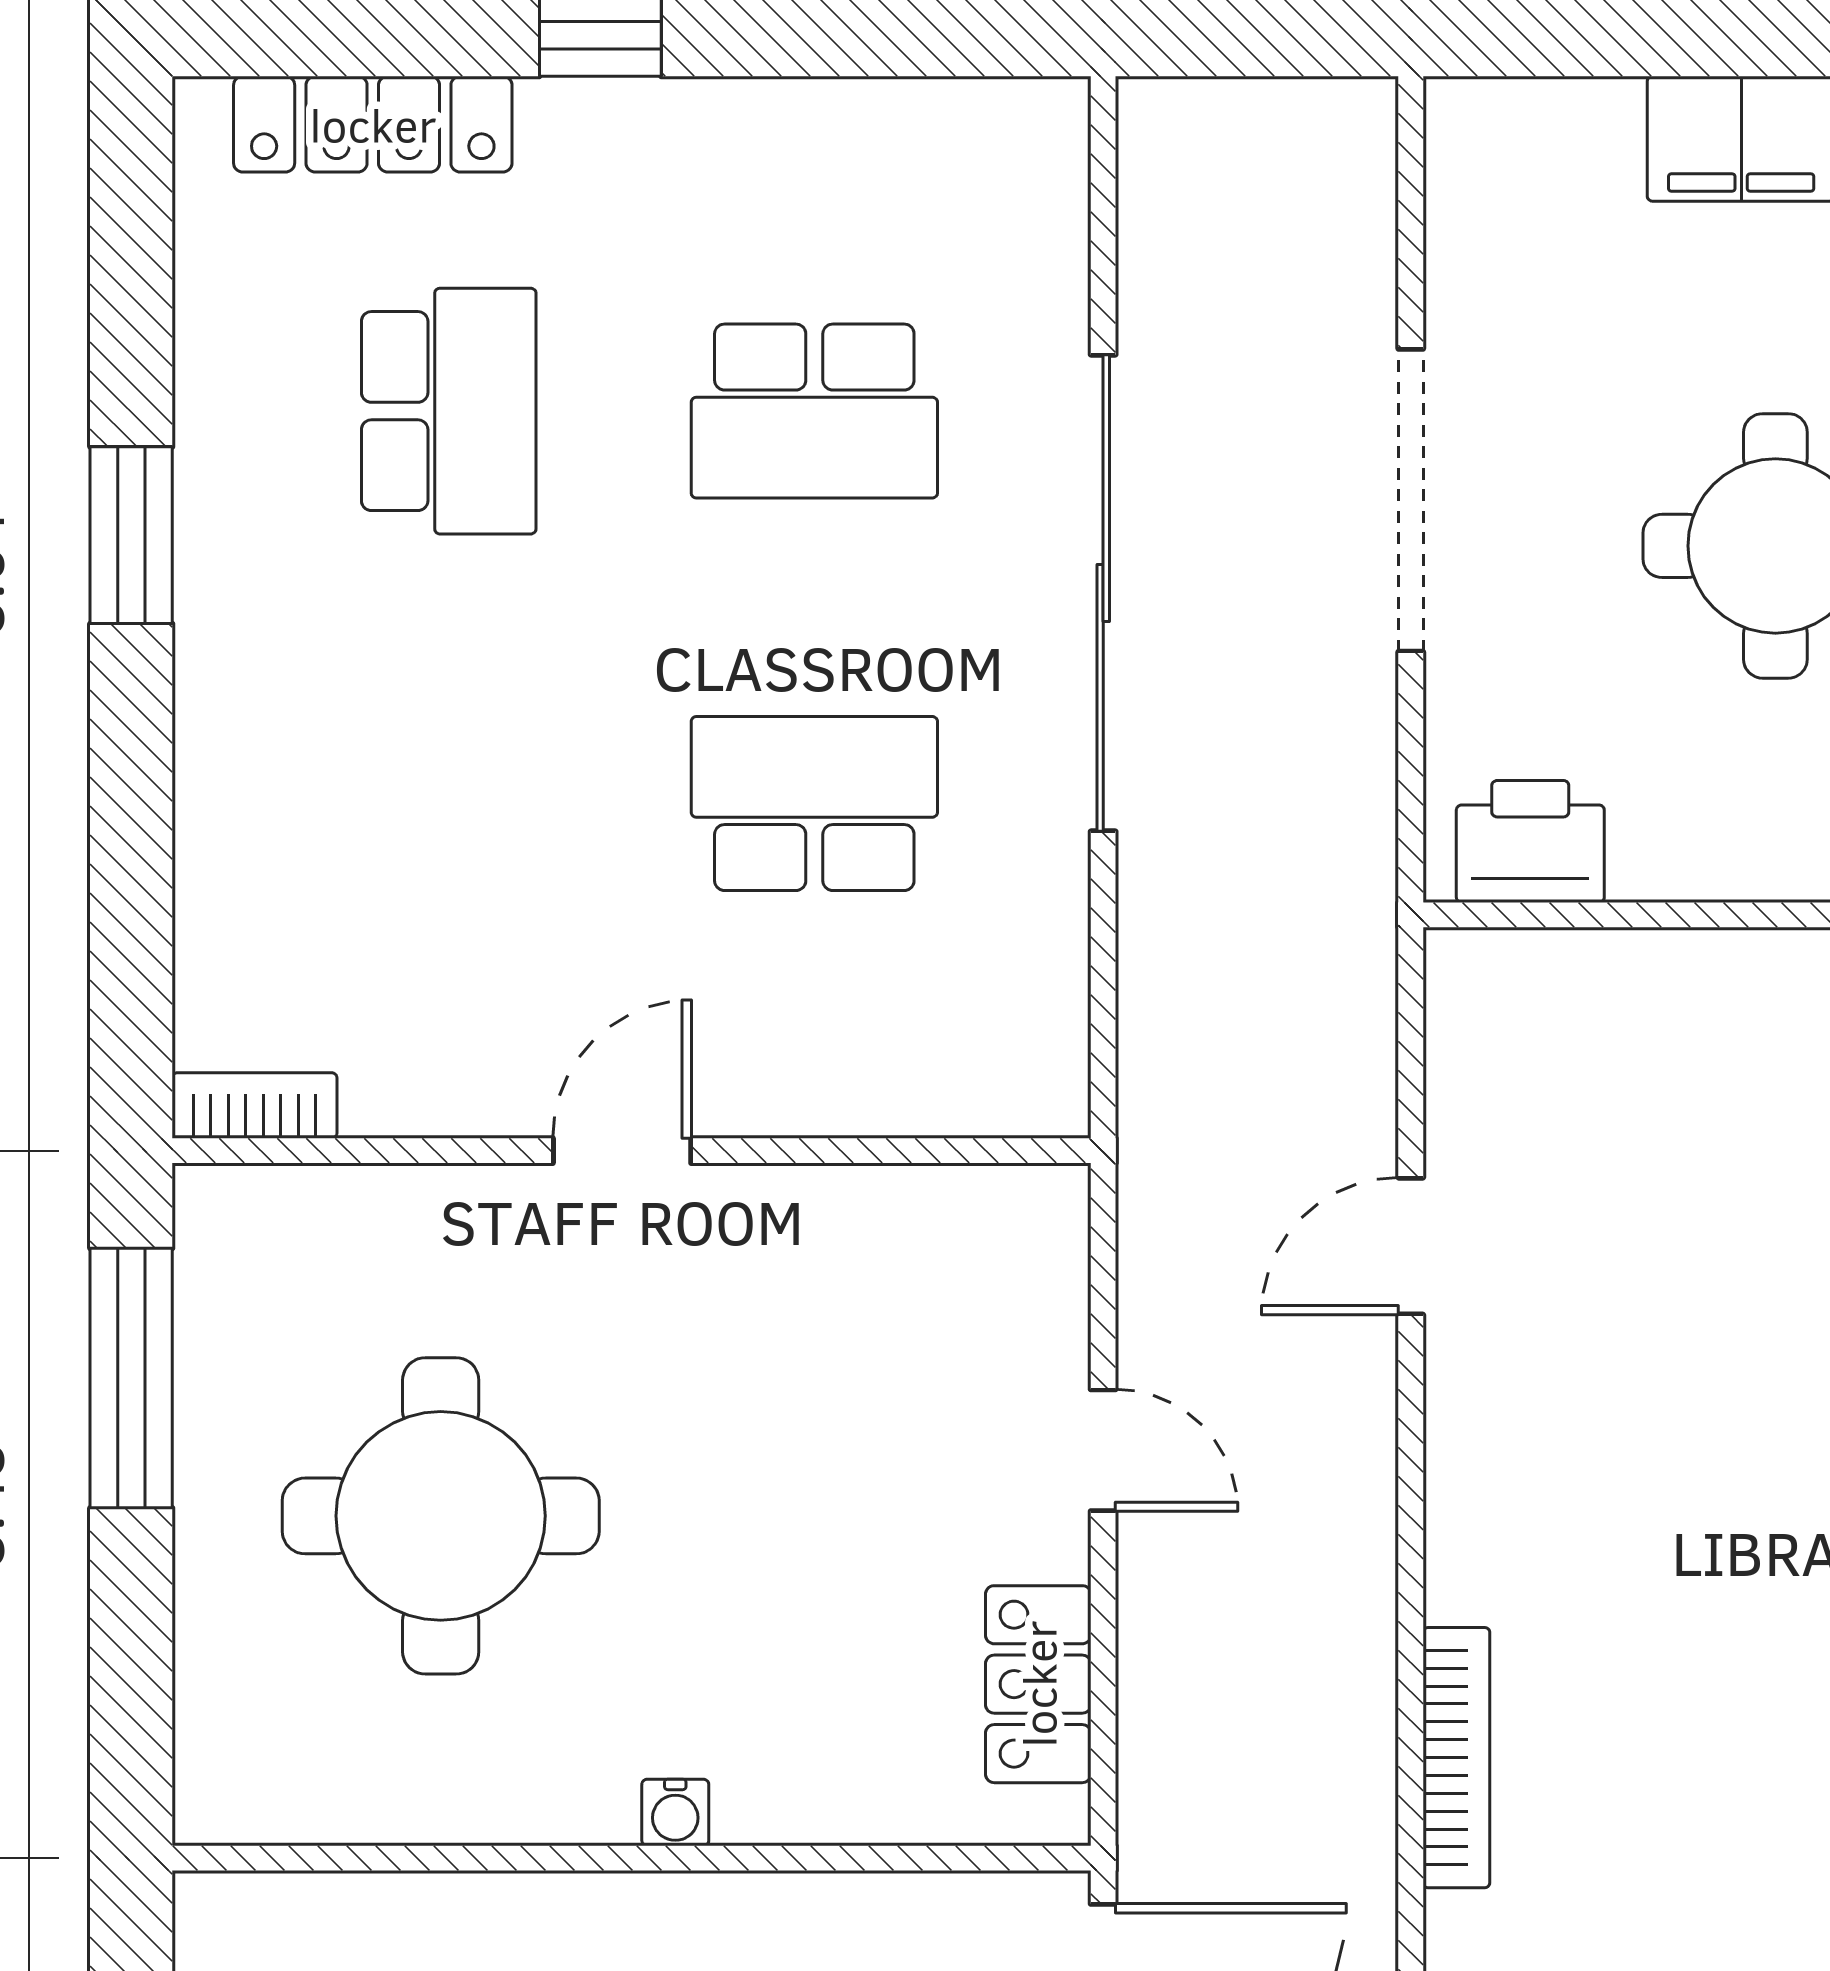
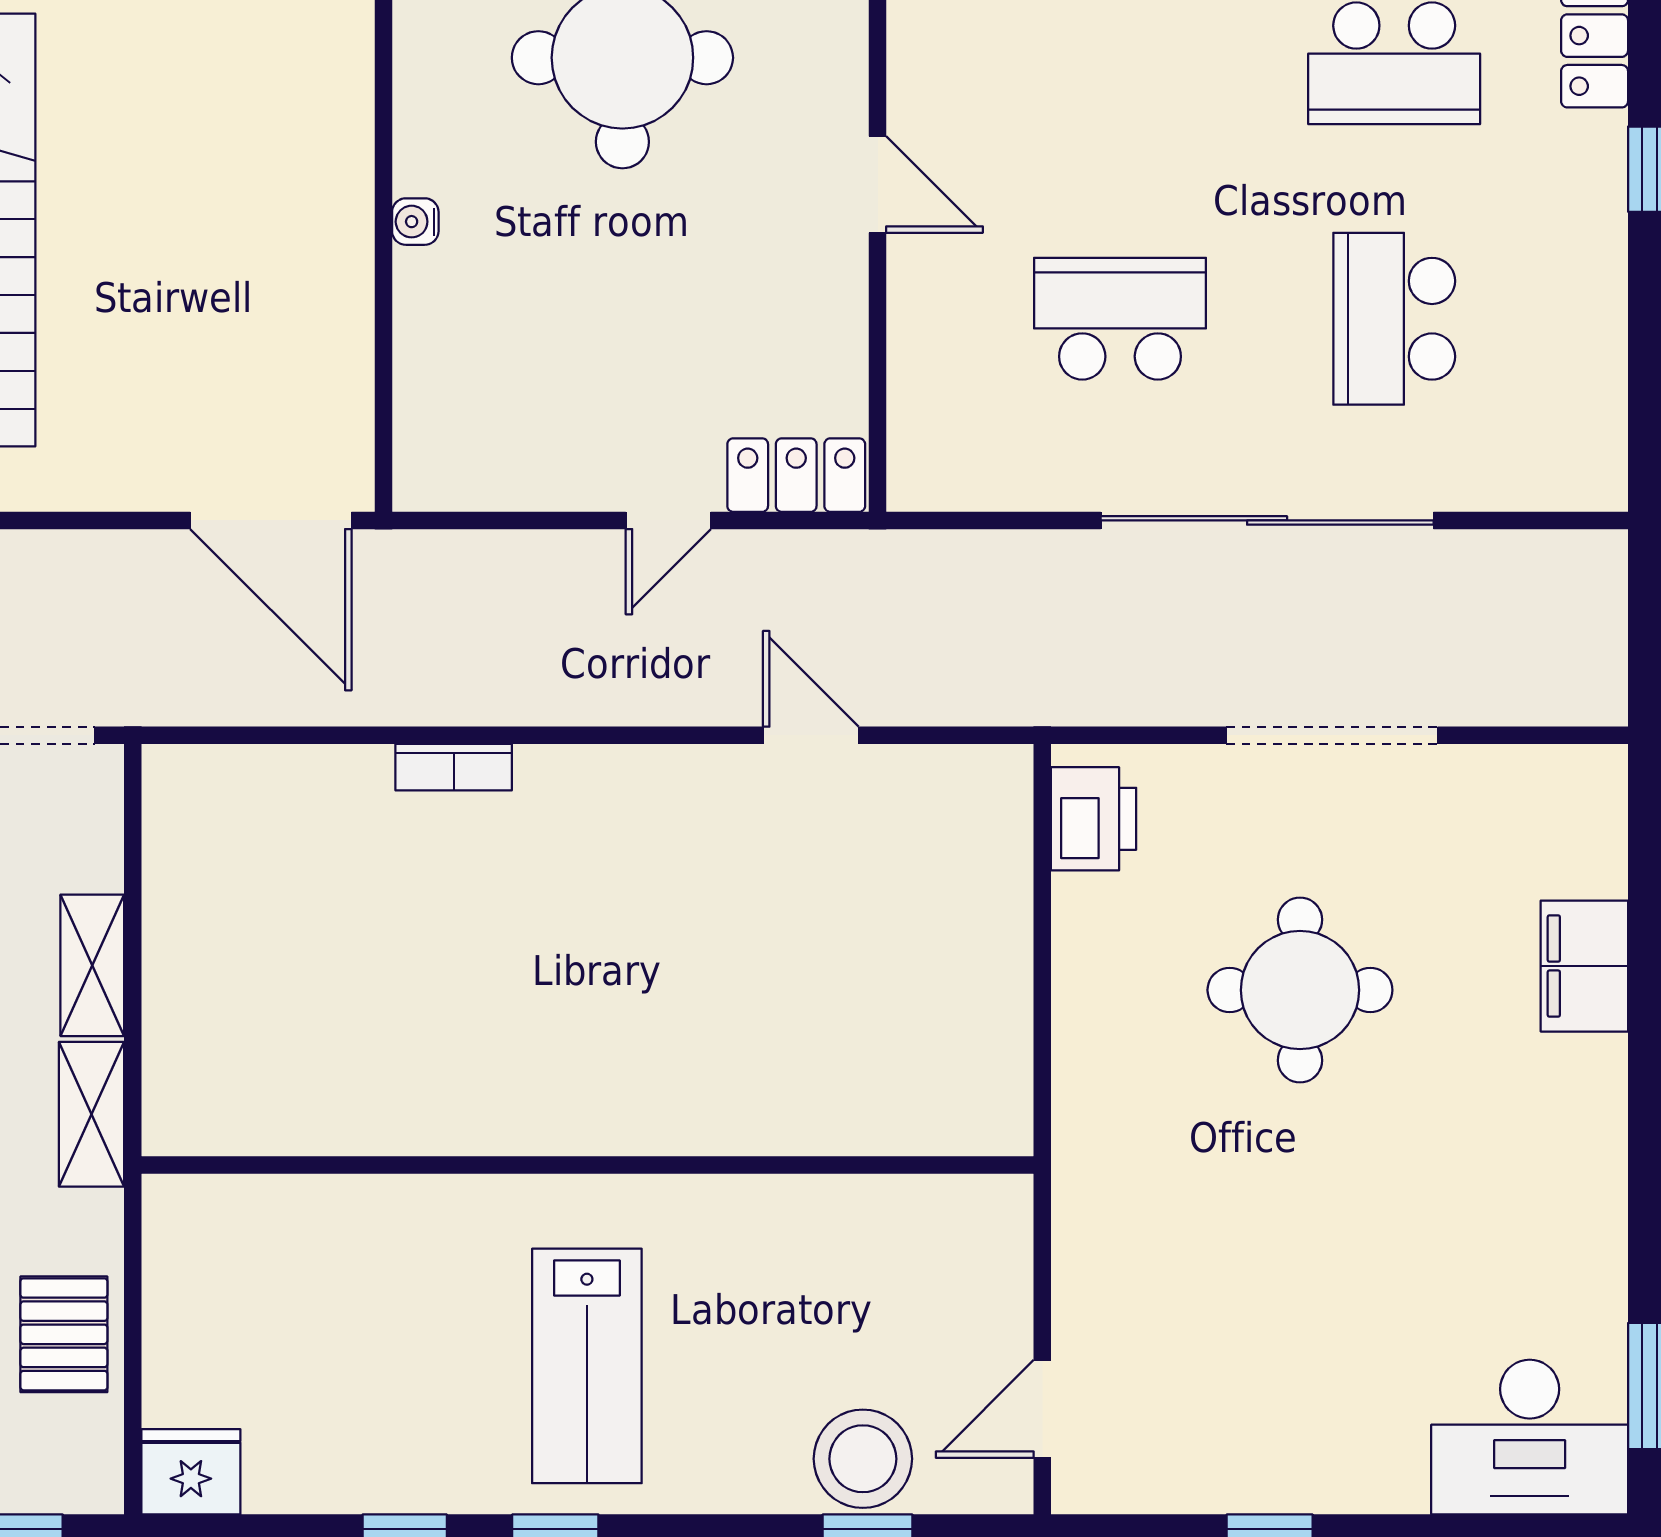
school desk: (814, 803) -> (1120, 319), turned -90
locker: (1038, 1684) -> (796, 475), moved
bookcase: (1456, 1758) -> (454, 767), width x0.64

